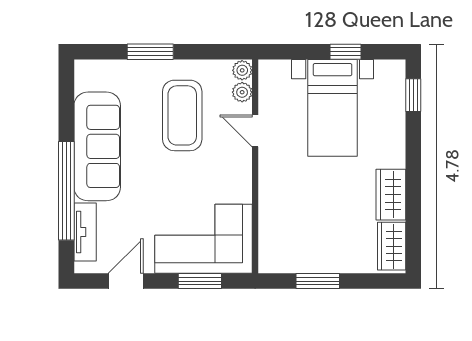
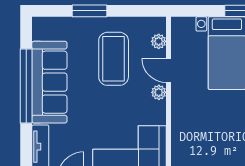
plant: (242, 70) -> (159, 92), moved
window: (66, 191) -> (26, 86), moved

